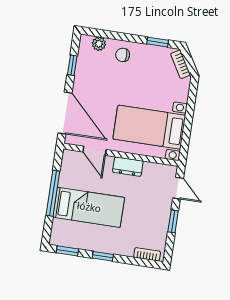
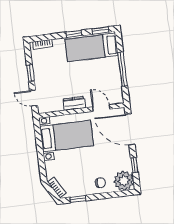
plant: (99, 44) -> (124, 181), width x1.87, depth x1.87
bed: (89, 207) -> (92, 47), moved

